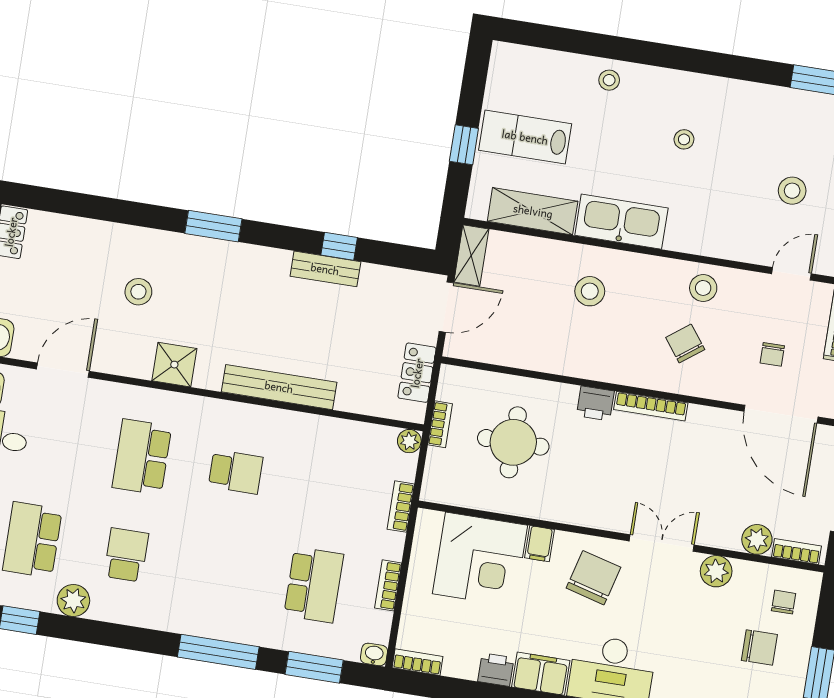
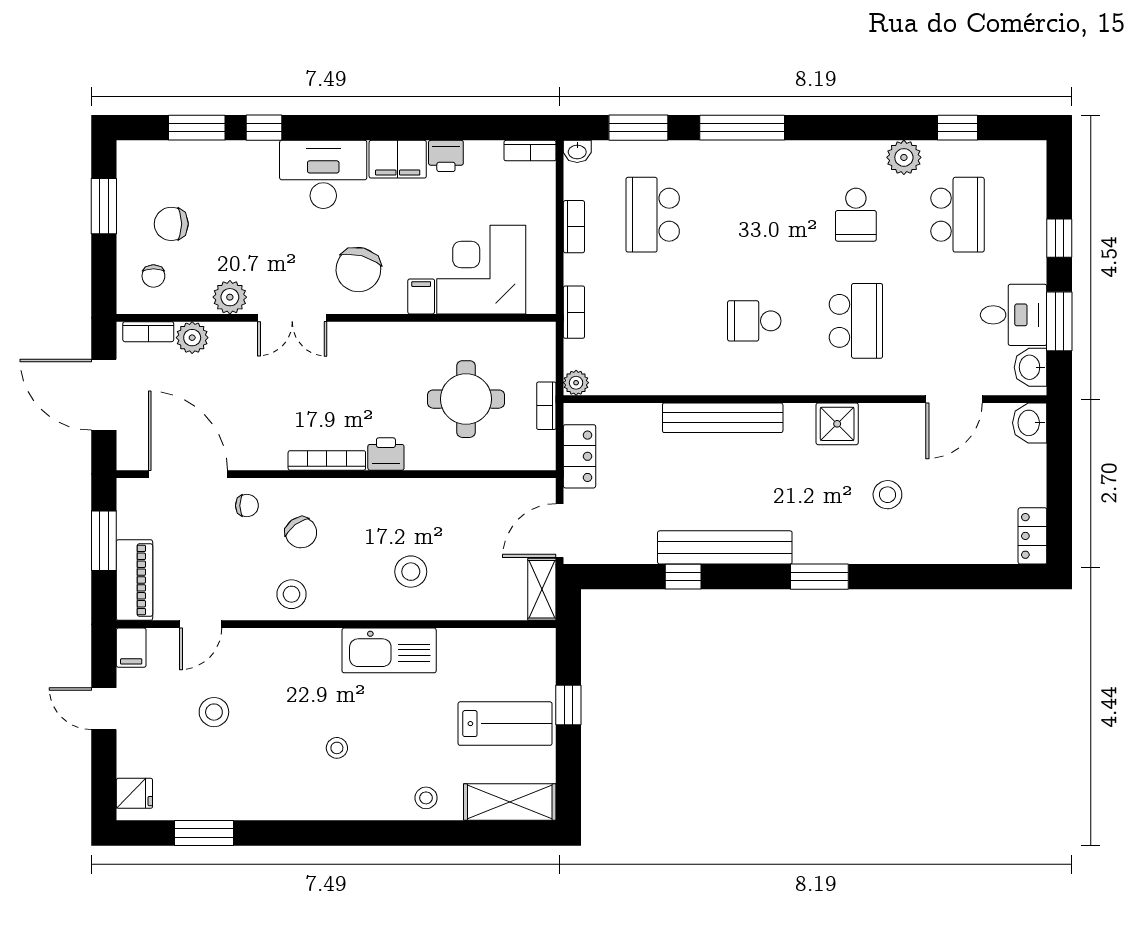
shelving: (533, 211) -> (510, 802), moved
bench: (325, 269) -> (725, 547), width x1.86, depth x1.21
chair: (772, 354) -> (247, 506), moved, turned 90

